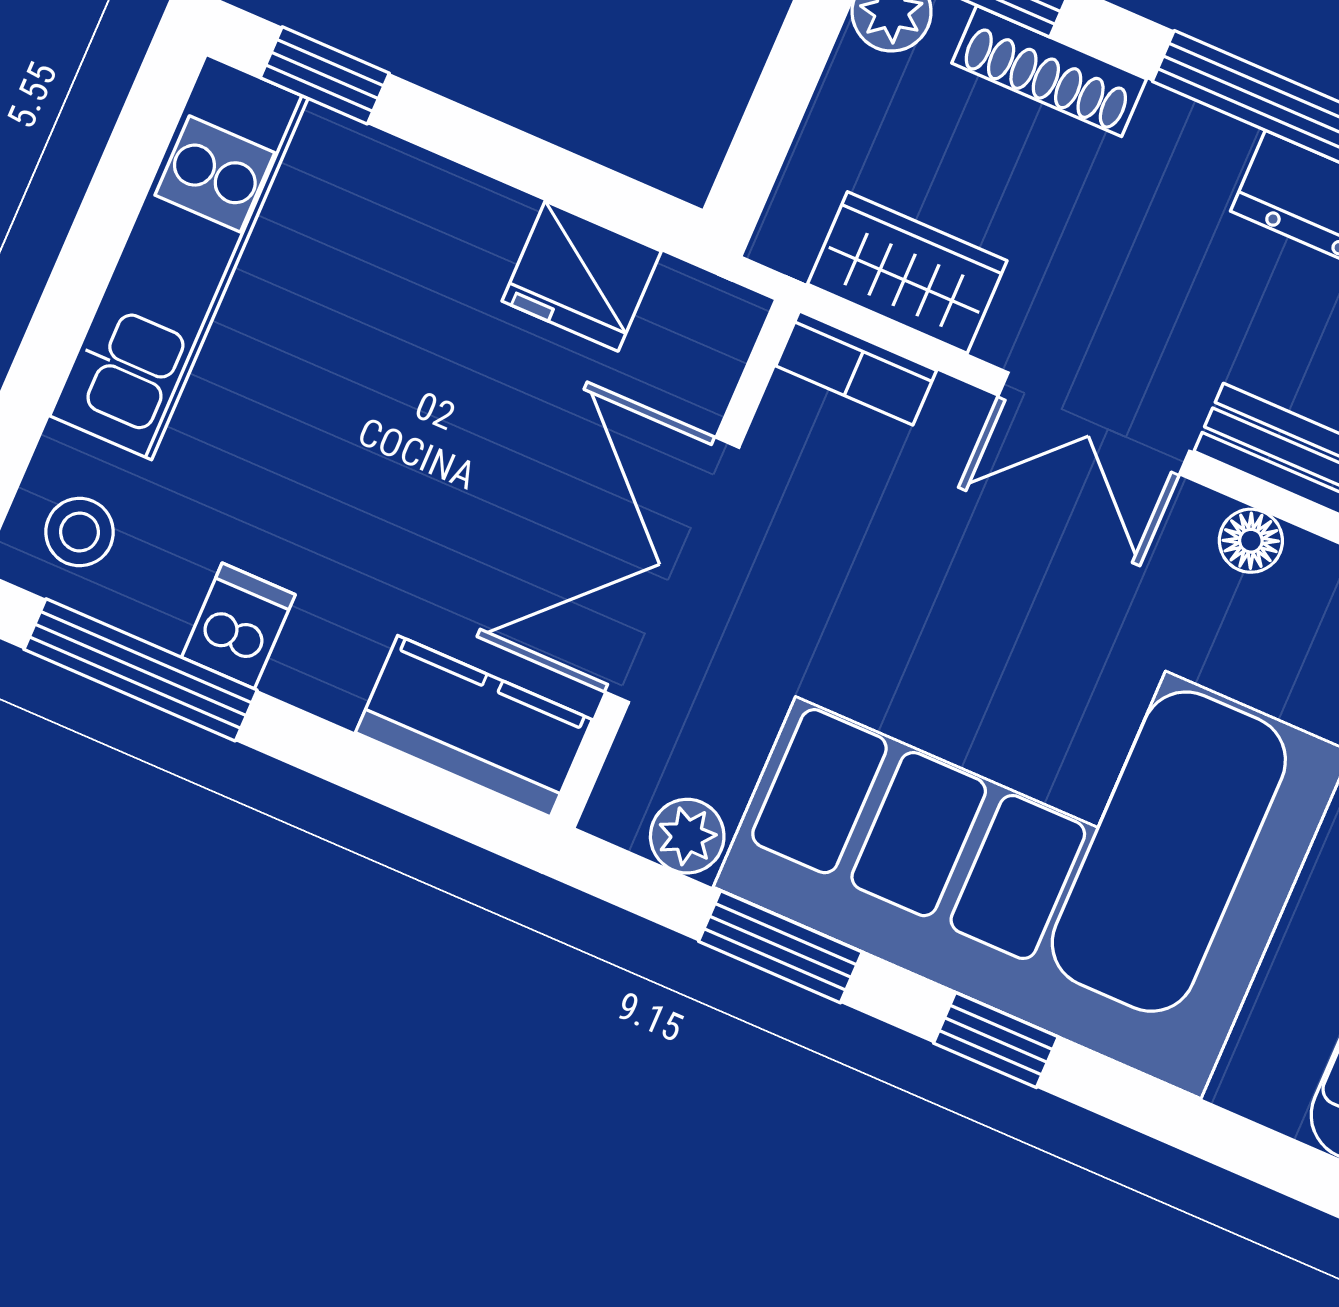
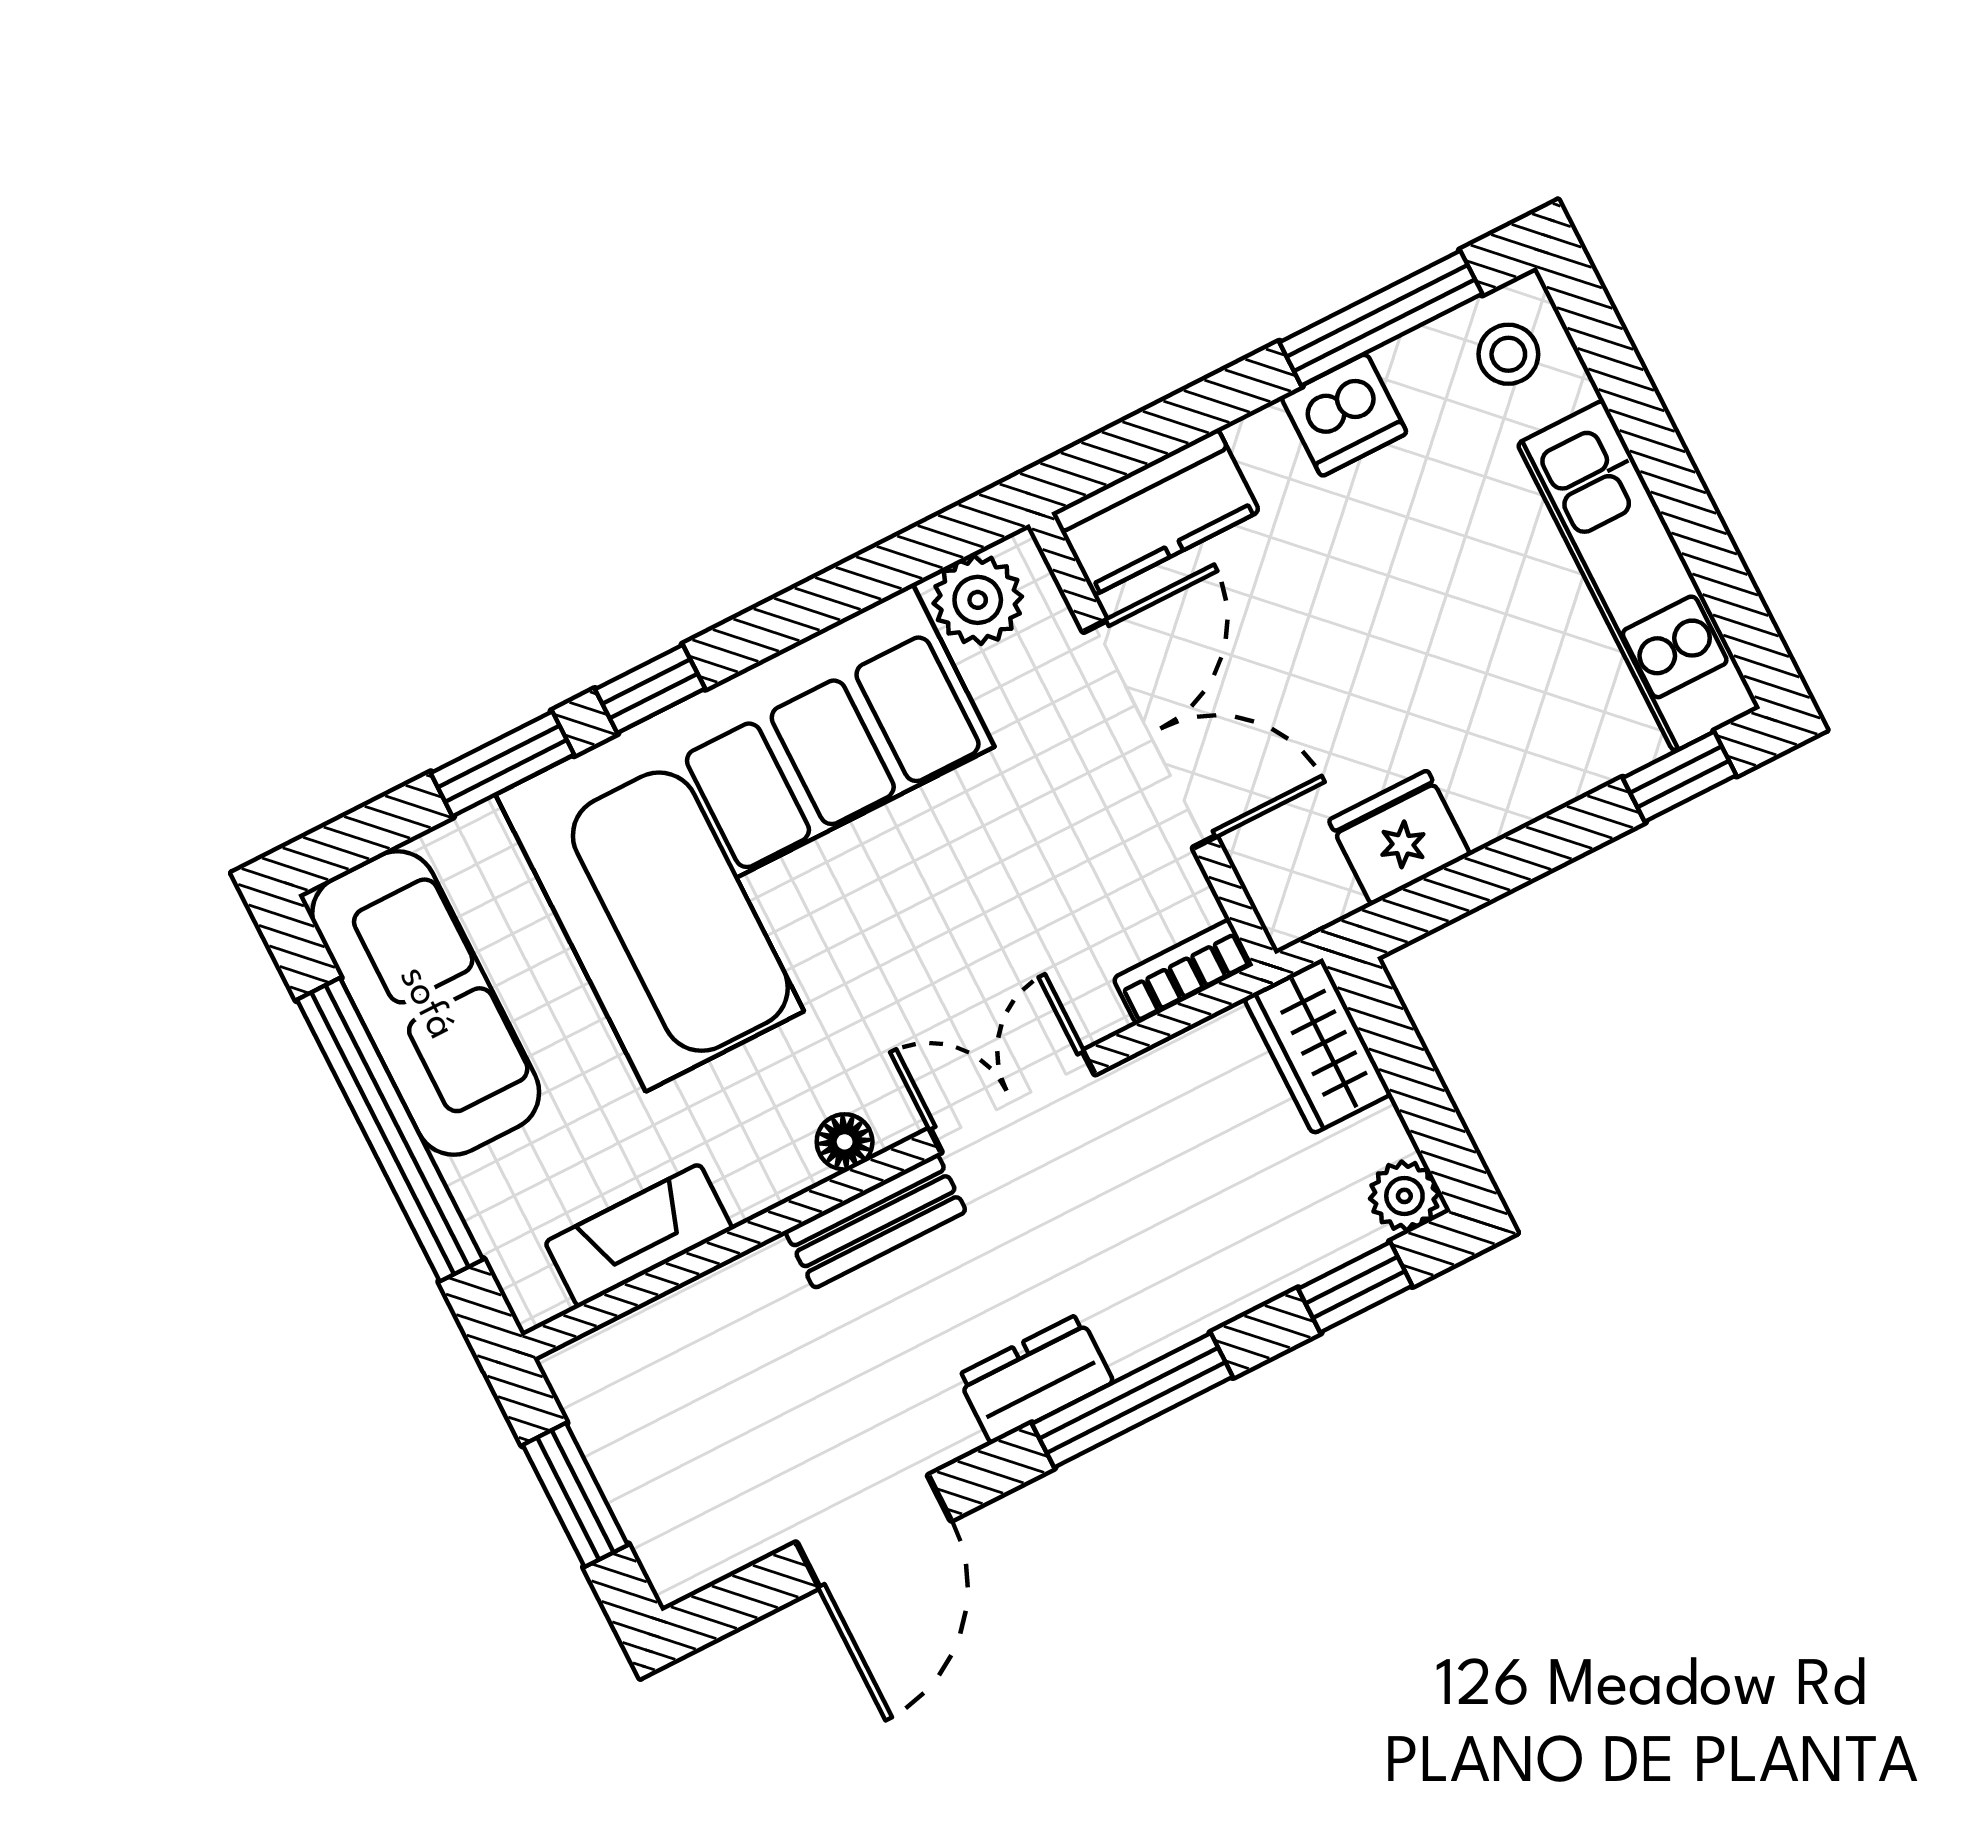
shoe rack: (1049, 71) -> (1276, 1269), removed
wardrobe: (907, 272) -> (1318, 1046), moved, turned 90
dishwasher: (238, 626) -> (1344, 415), width x1.38
plant: (687, 836) -> (978, 600), width x1.38, depth x1.38
window: (780, 947) -> (502, 764), moved

